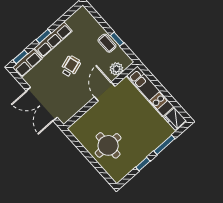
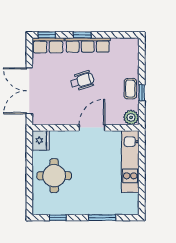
plant: (116, 69) -> (131, 117), moved
fridge: (175, 119) -> (41, 140), moved, turned 180
window: (143, 164) -> (58, 218), moved

